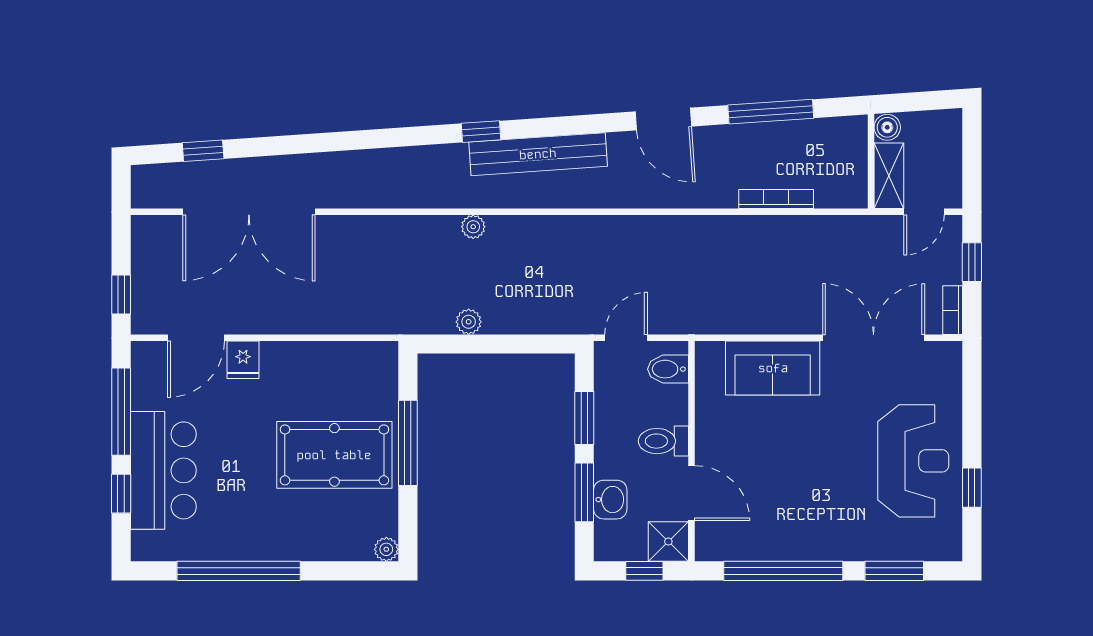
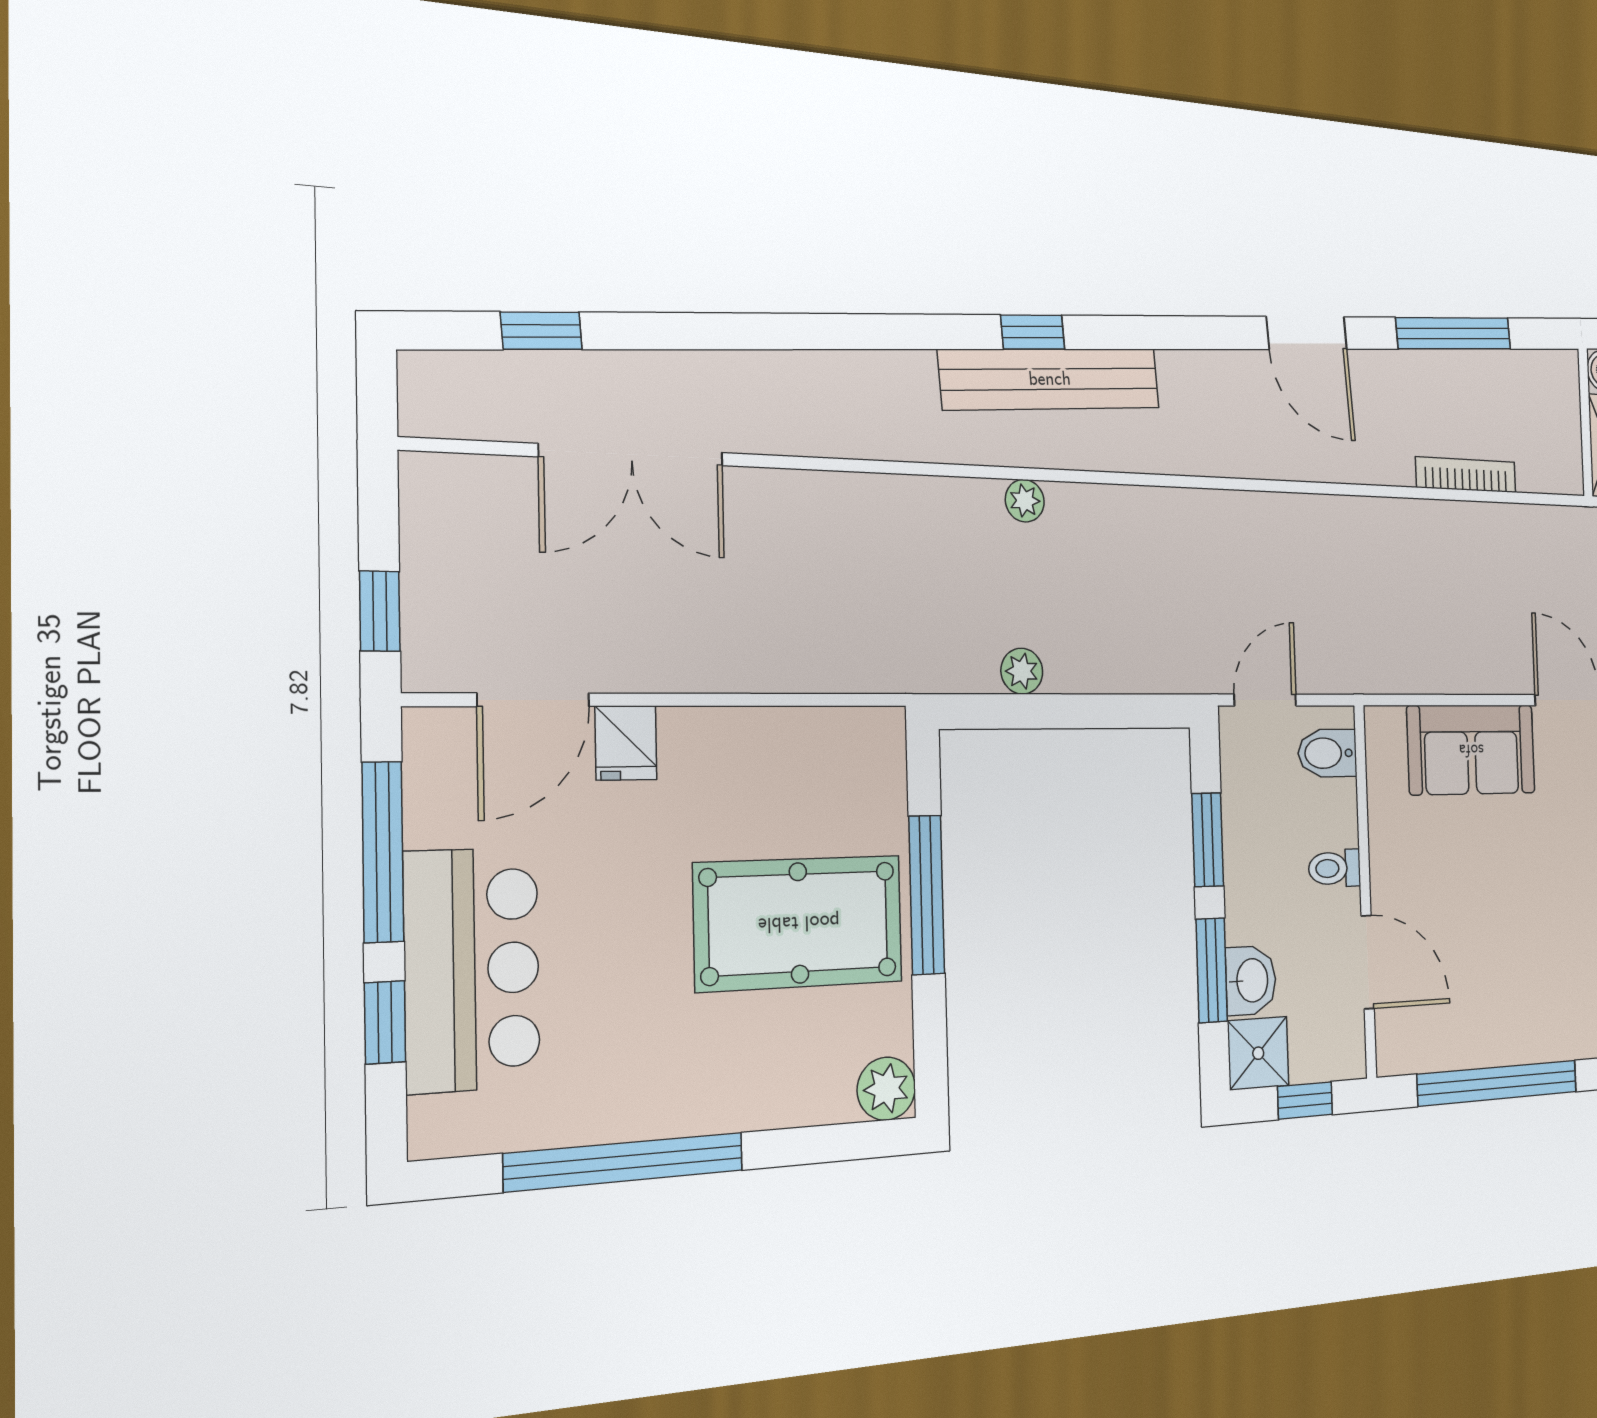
bench: (538, 154) -> (1050, 379), moved
double door: (249, 212) -> (632, 455), width x0.73
toilet: (663, 441) -> (1335, 868), width x0.73, depth x0.72
shower: (668, 542) -> (1258, 1053), moved
plant: (386, 549) -> (886, 1089), width x1.38, depth x1.38

